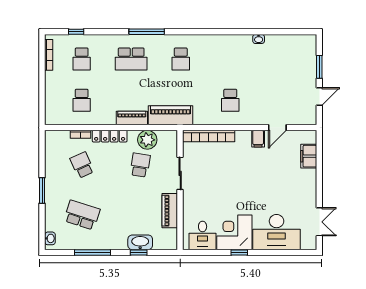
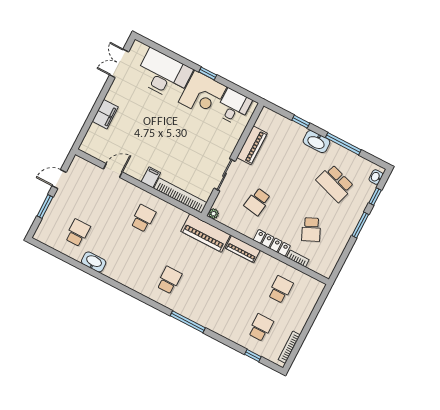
washbasin: (259, 39) -> (94, 262), width x1.91, depth x1.45
school desk: (131, 59) -> (78, 233), moved, width x0.54
filing cabinet: (258, 139) -> (151, 177), moved
plant: (147, 140) -> (213, 214), moved, width x0.53, depth x0.53
filing cabinet: (309, 156) -> (105, 114), moved
window: (42, 221) -> (375, 196), added
washbasin: (140, 242) -> (316, 142), moved

